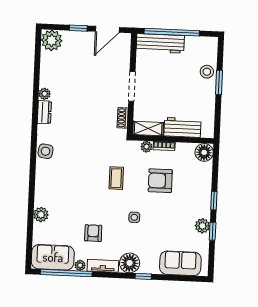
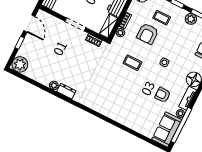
side table: (46, 151) -> (93, 102), removed
coffee table: (188, 189) -> (162, 18), added
plant: (41, 215) -> (134, 125), removed

